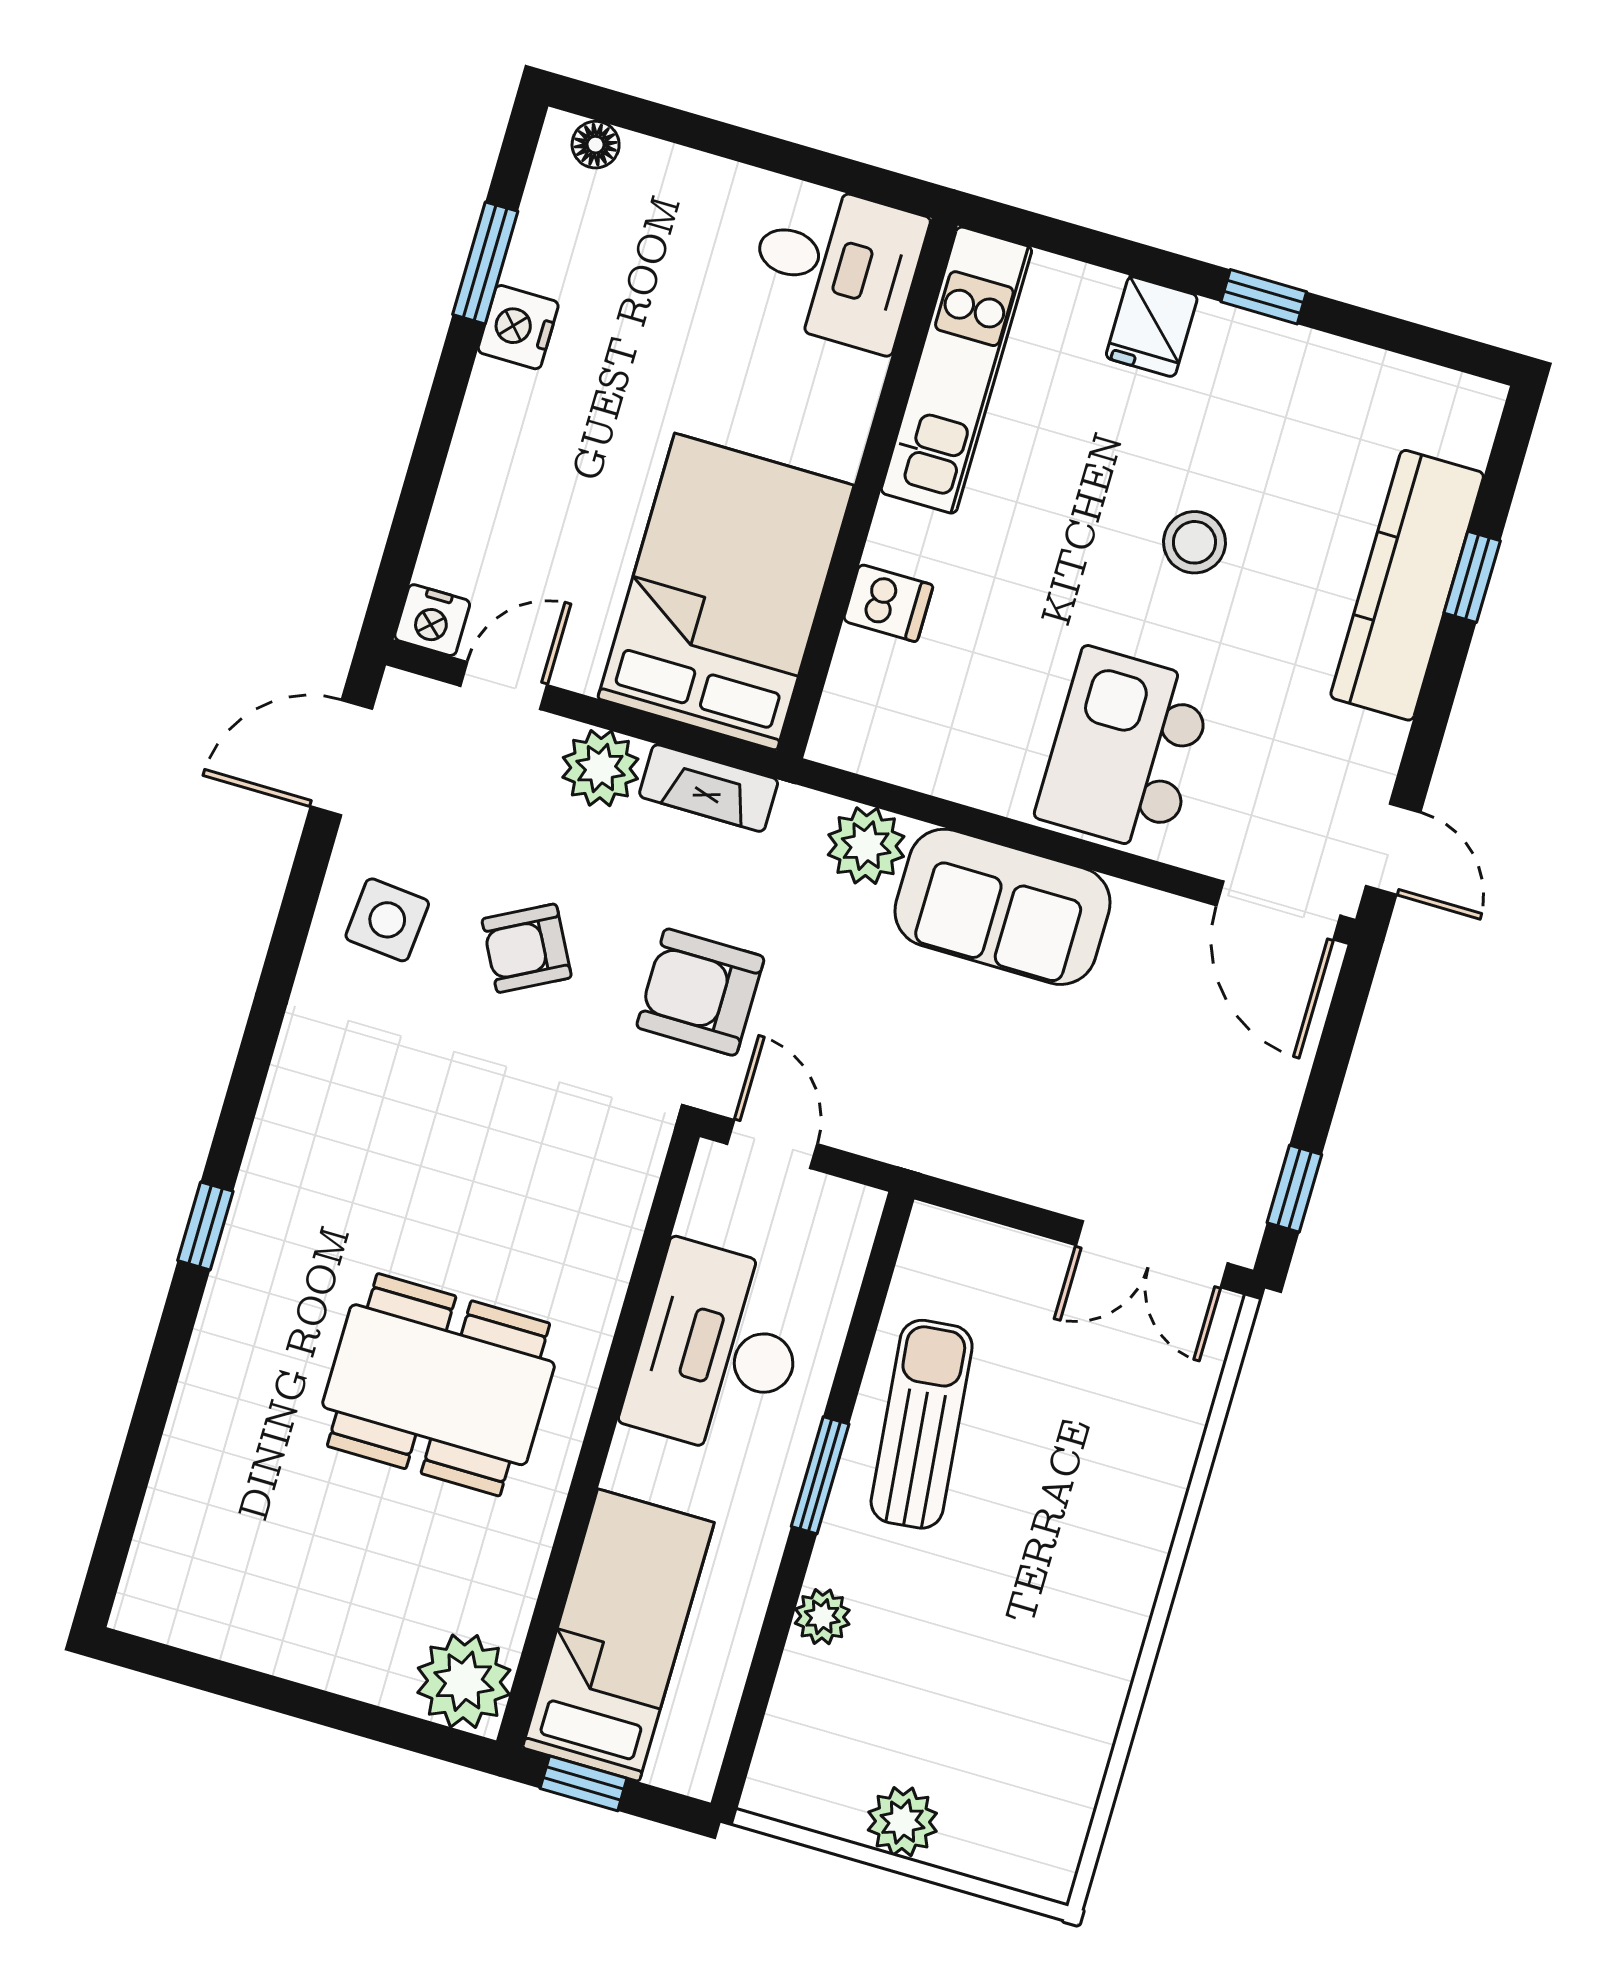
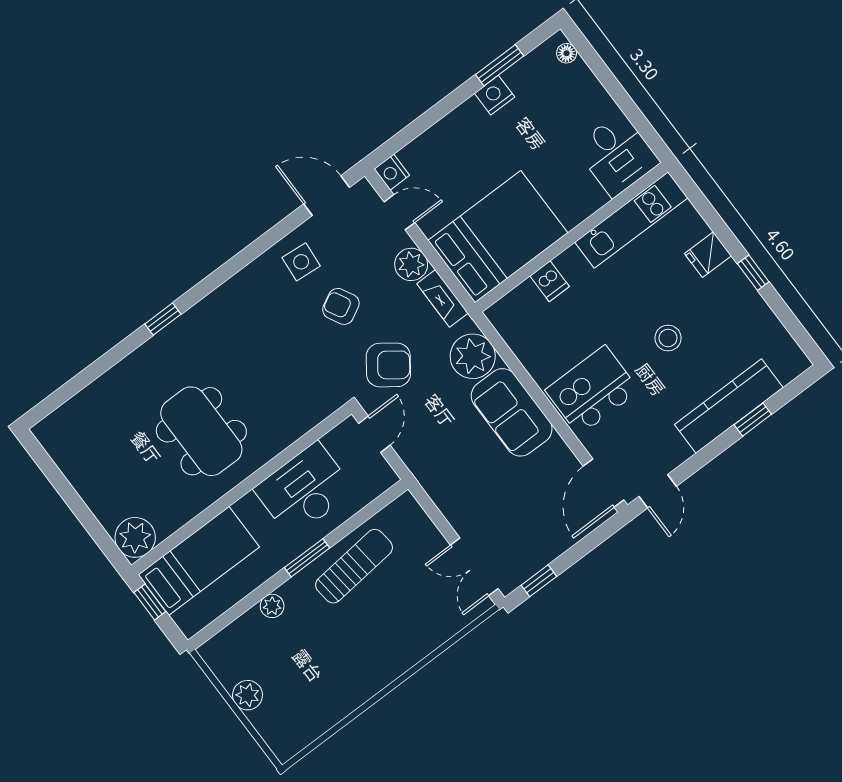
plant: (866, 846) -> (473, 356), width x1.36, depth x1.36
armchair: (700, 992) -> (388, 365), turned 126

